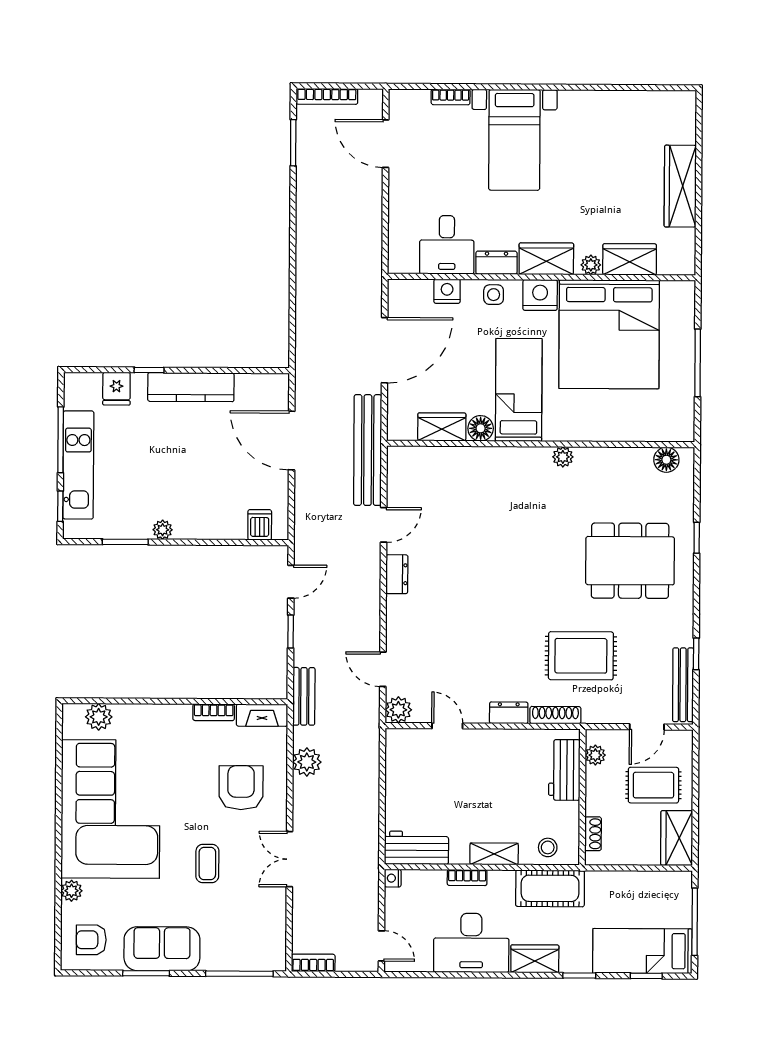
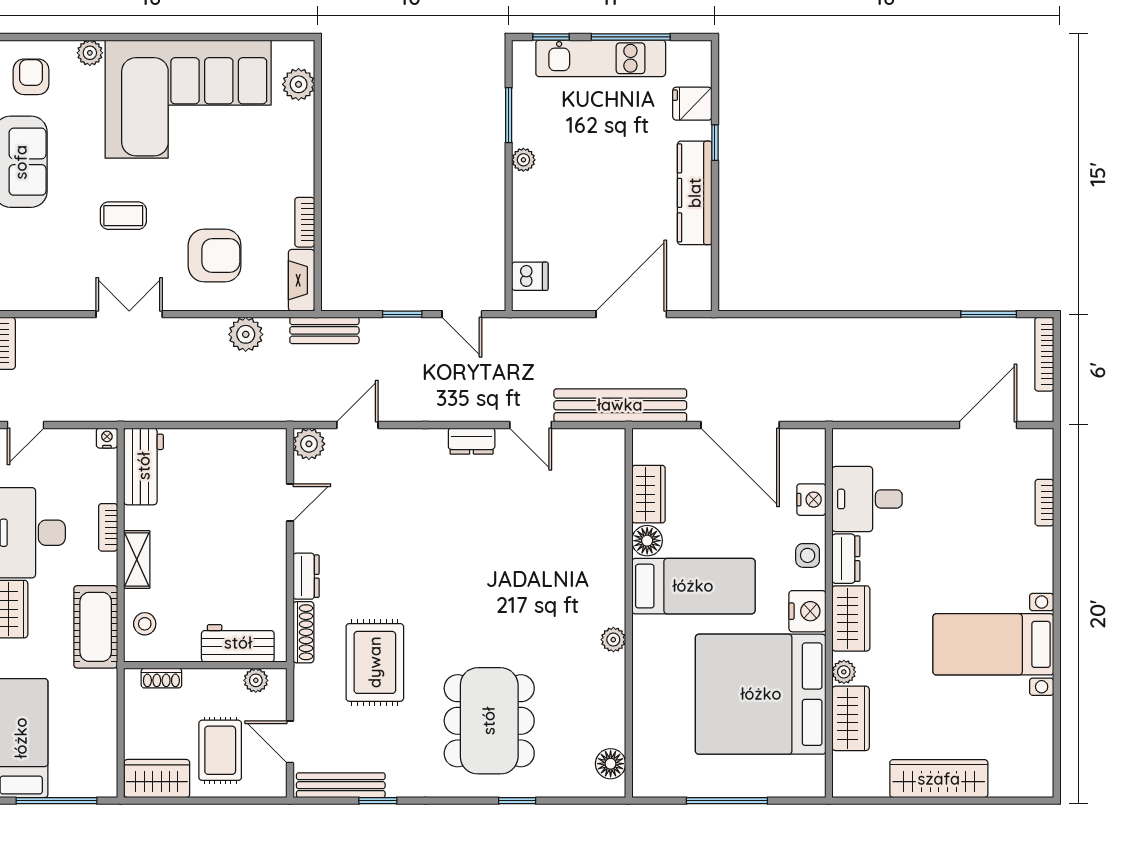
bed with nightstands: (514, 140) -> (993, 644), moved

